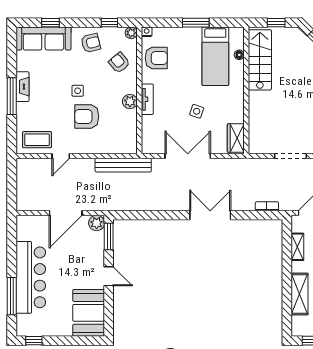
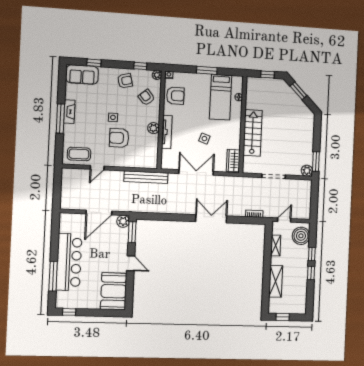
sofa: (43, 39) -> (82, 75), width x0.73
stairs: (260, 60) -> (253, 133), moved
tv unit: (147, 99) -> (167, 132), width x1.41

